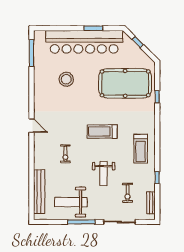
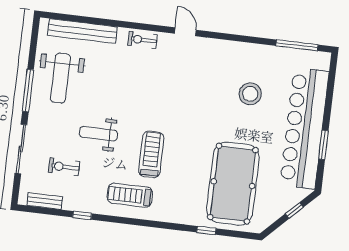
door: (32, 126) -> (185, 32), swing flipped
treadmill: (102, 132) -> (151, 154), moved
exercise bike: (65, 154) -> (143, 40), moved
weight bench: (71, 202) -> (60, 78), turned 180

